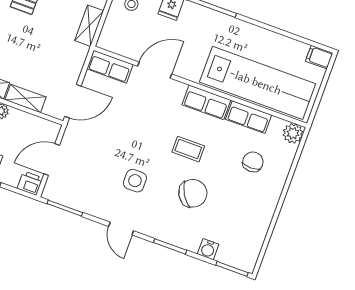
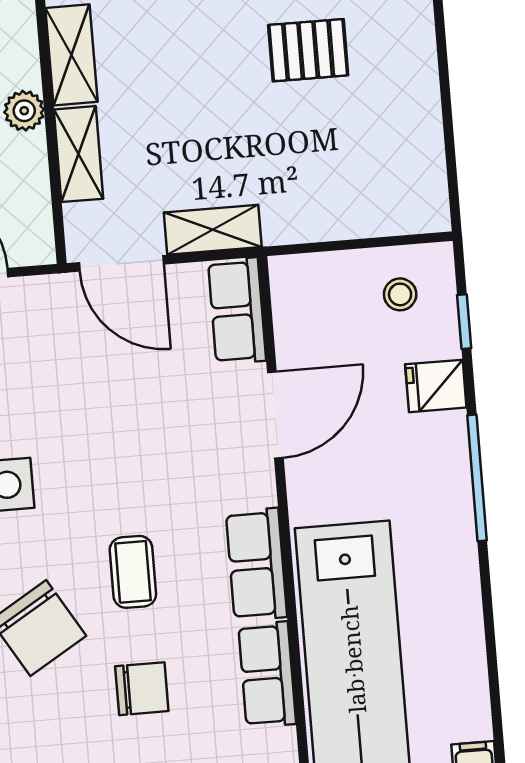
shelving: (89, 26) -> (213, 230), moved
door: (155, 70) -> (275, 415), hinge flipped
chair: (253, 162) -> (142, 689), moved

